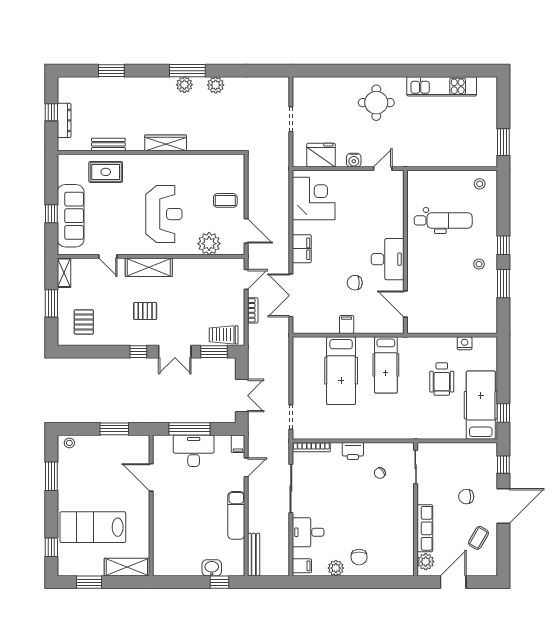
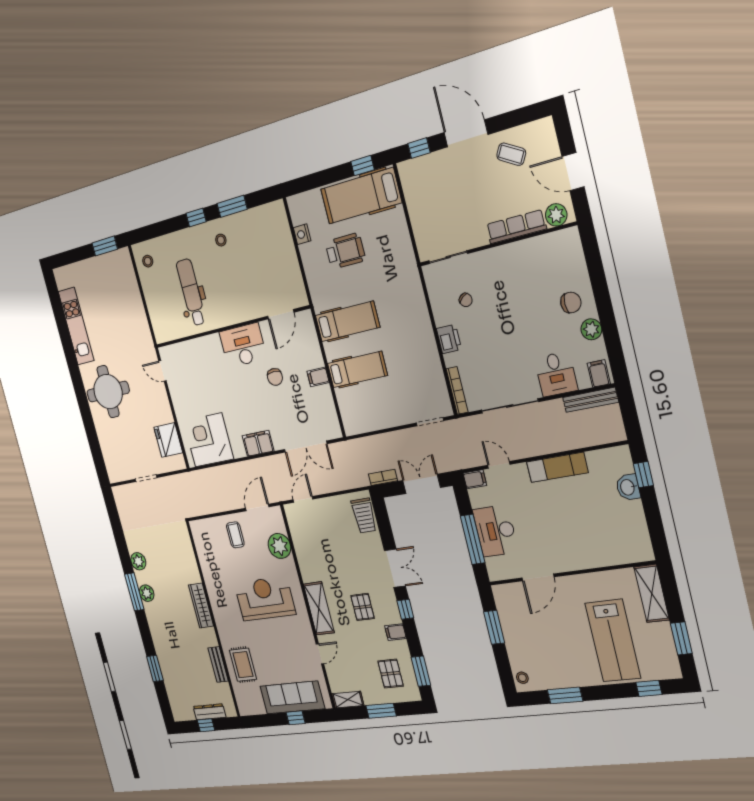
round table: (376, 103) -> (108, 392), width x1.36, depth x1.36
water cooler: (354, 160) -> (163, 404), removed
door: (246, 279) -> (303, 499), hinge flipped
bookcase: (253, 310) -> (383, 477), moved
pallet: (84, 322) -> (391, 674), turned 90
filing cabinet: (120, 337) -> (395, 632), added
window: (214, 352) -> (421, 671), moved
hospital bed: (341, 371) -> (357, 369), width x0.73, depth x0.78
chair: (466, 497) -> (466, 184), removed
bench: (254, 555) -> (590, 400), moved

